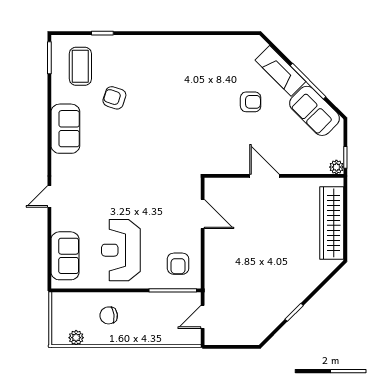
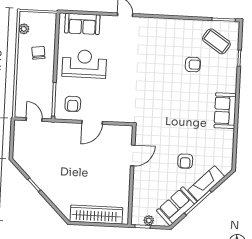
coffee table: (80, 66) -> (216, 41), turned 34
armchair: (114, 98) -> (193, 65), turned 72
sofa: (65, 129) -> (225, 111), moved, turned 90
plant: (336, 167) -> (149, 220), moved
door: (264, 176) -> (133, 155), moved
door: (203, 214) -> (92, 122), moved
armchair: (178, 264) -> (73, 104), turned -90

